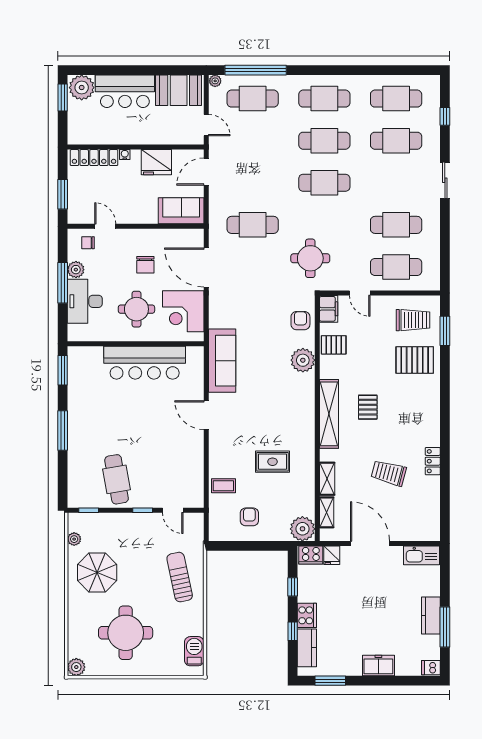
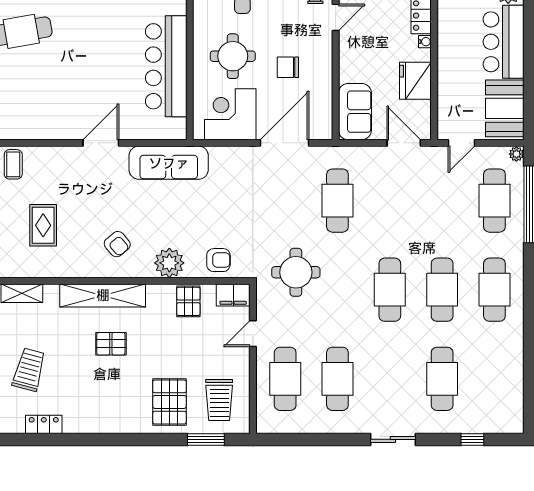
cafe table: (396, 99) -> (494, 379), removed
armchair: (288, 402) -> (117, 244), added

